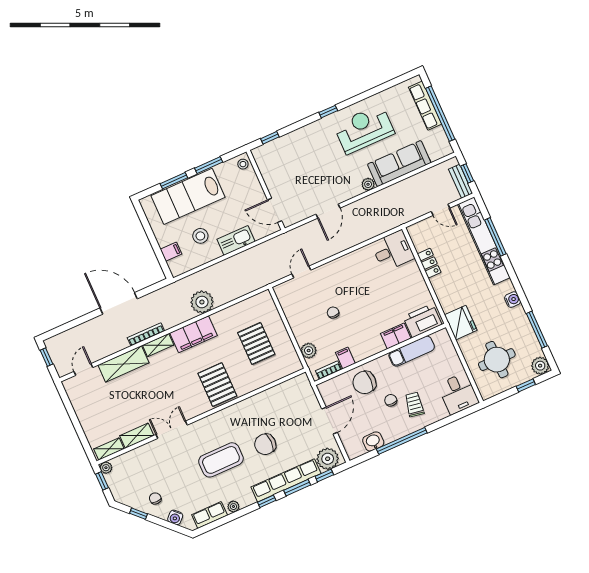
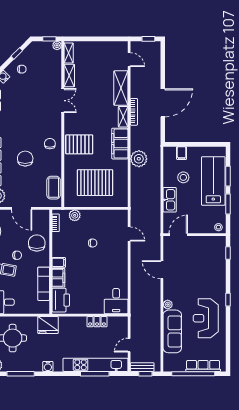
reception desk: (364, 129) -> (206, 318), turned 180
pallet: (256, 344) -> (95, 183), width x1.37, depth x1.41
filing cabinet: (345, 358) -> (59, 262), moved
chair: (233, 422) -> (50, 144), added
coffee table: (221, 460) -> (54, 188), moved, width x0.73, depth x0.76

